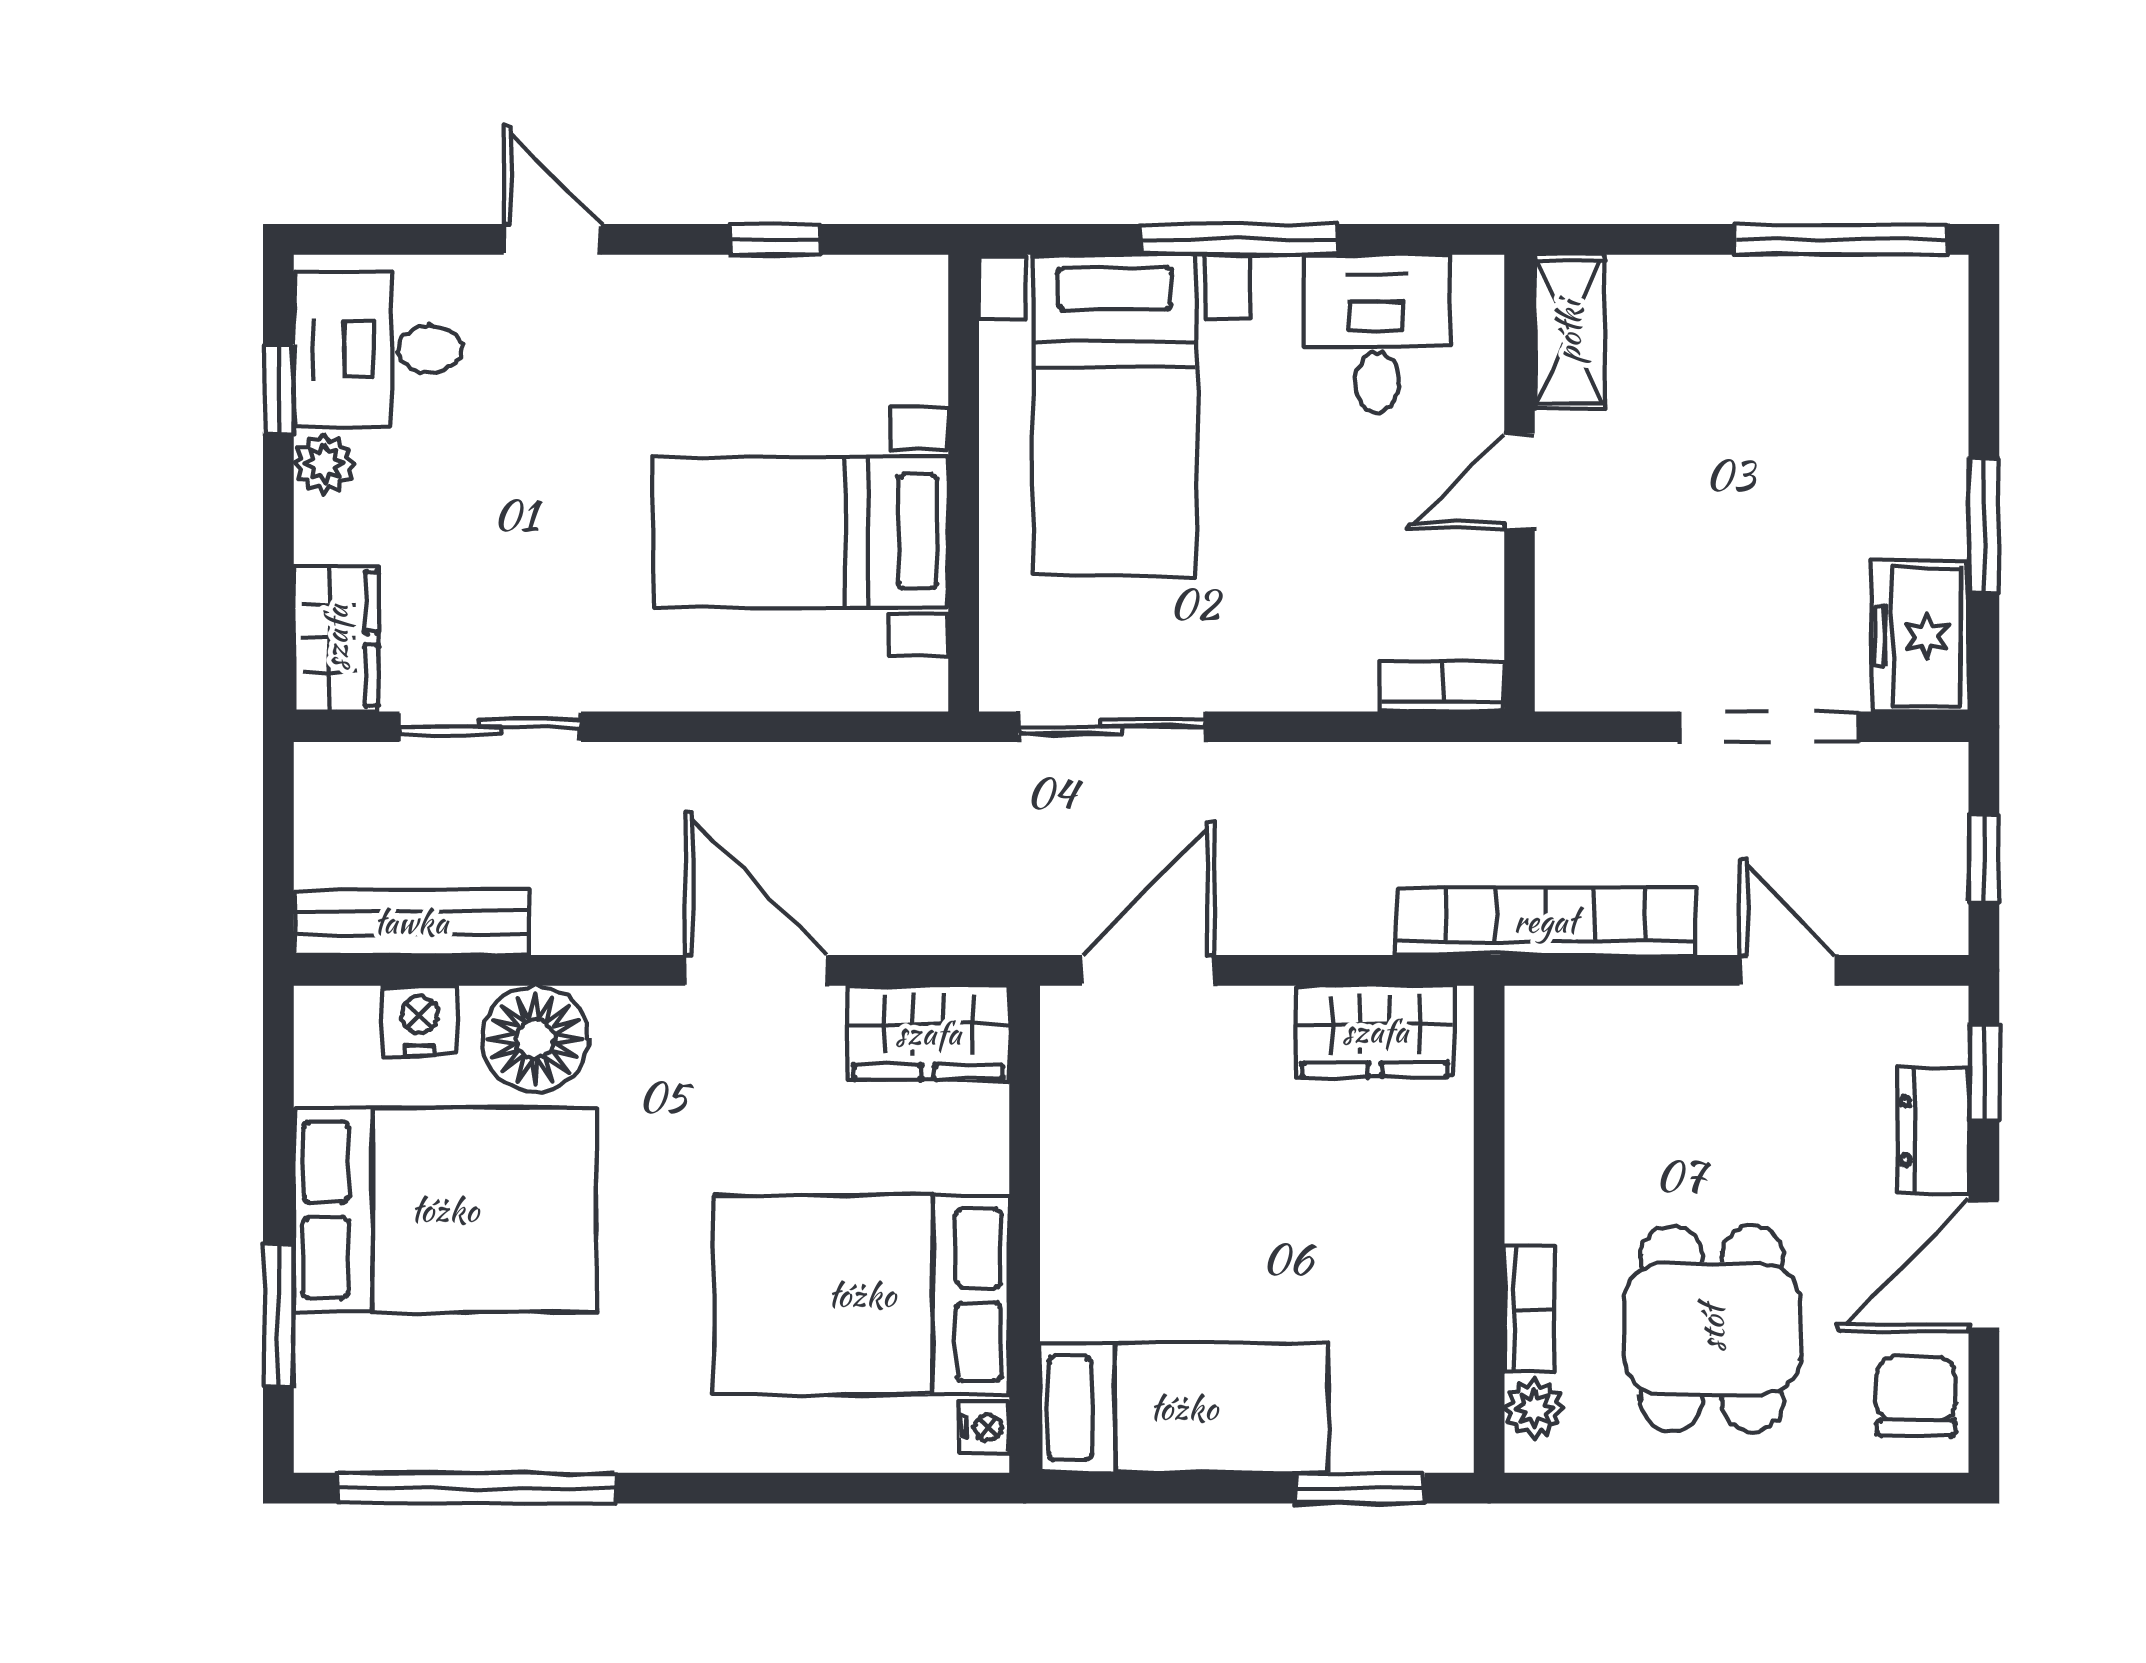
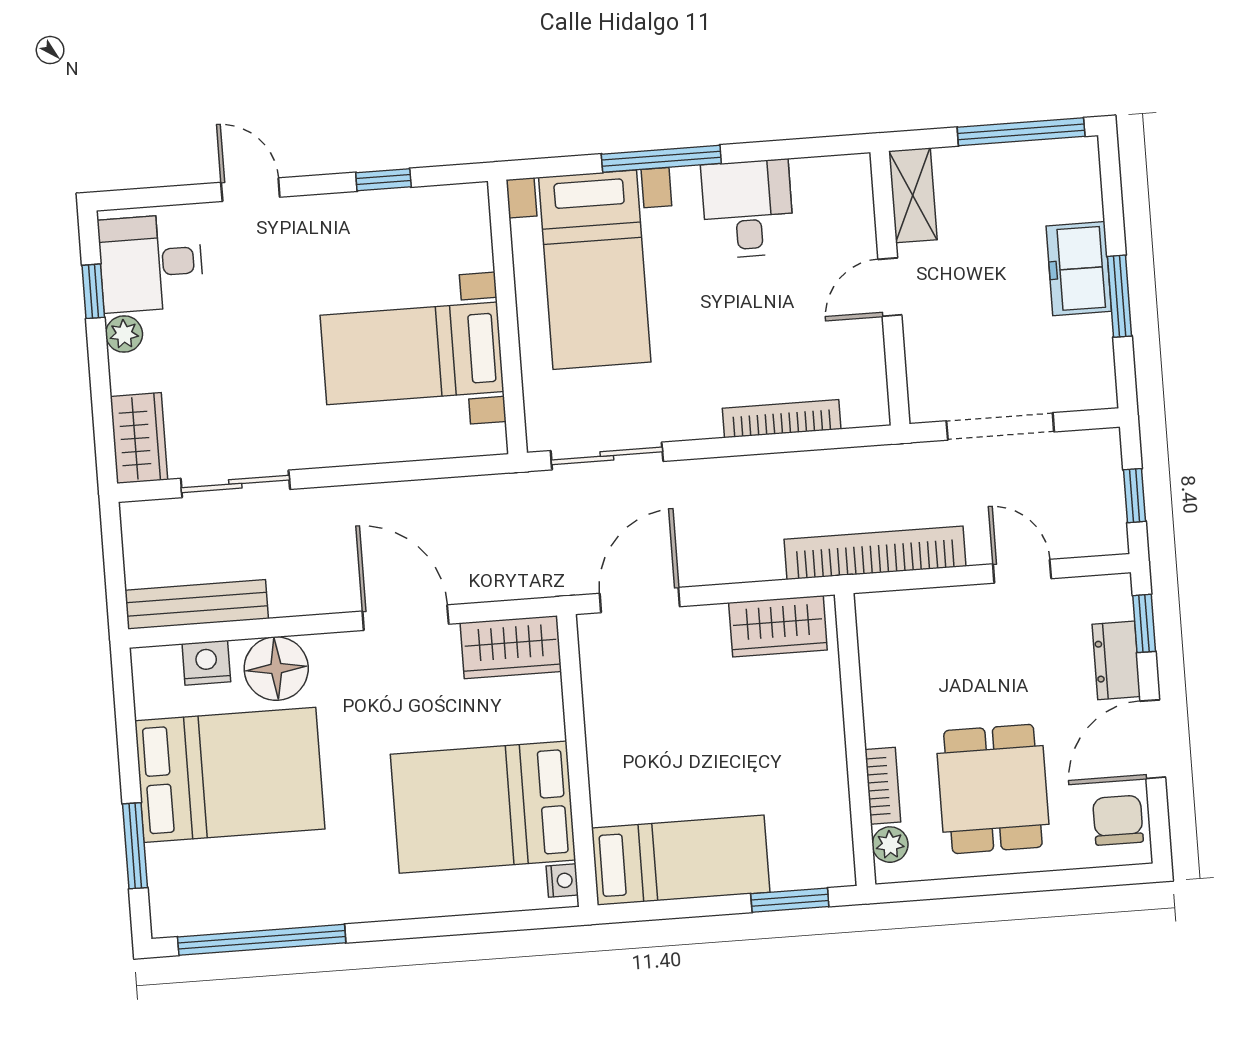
shelving: (1569, 332) -> (913, 195), moved
door: (1519, 481) -> (890, 287), moved
wall: (1519, 483) -> (890, 288), moved
freezer: (1920, 636) -> (1079, 269), moved
bookcase: (1442, 687) -> (782, 419), width x1.56

